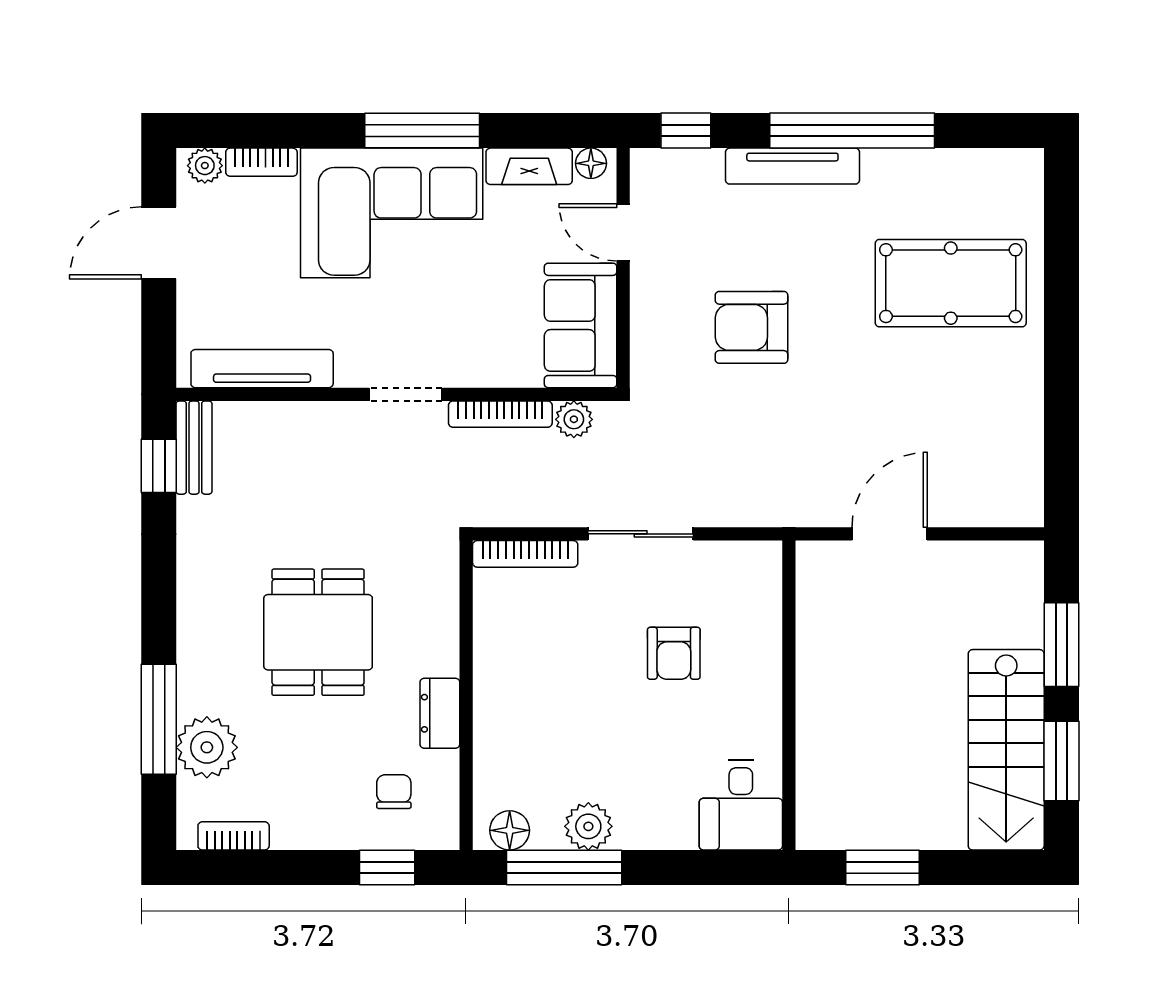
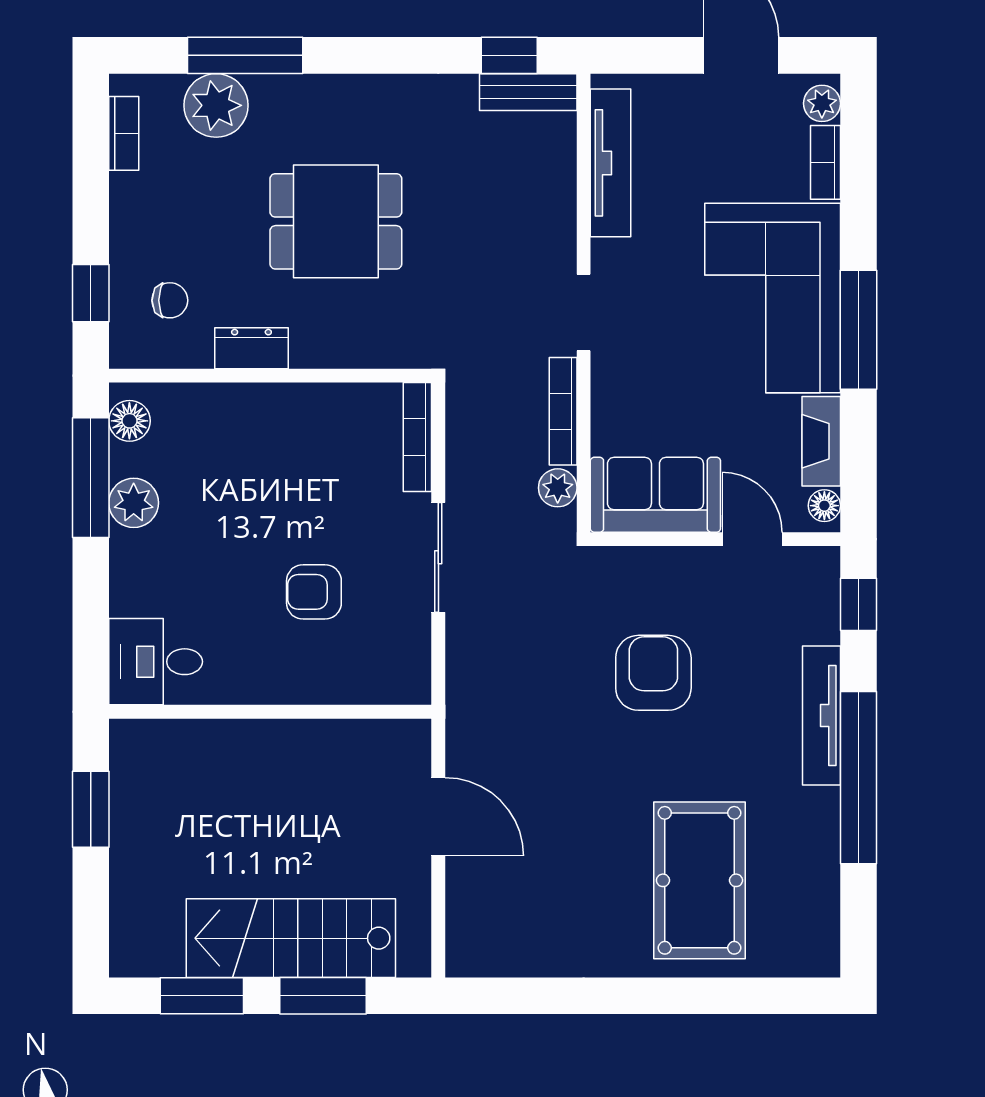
door: (623, 232) -> (752, 539), hinge flipped
stairs: (1006, 750) -> (291, 938), moved

